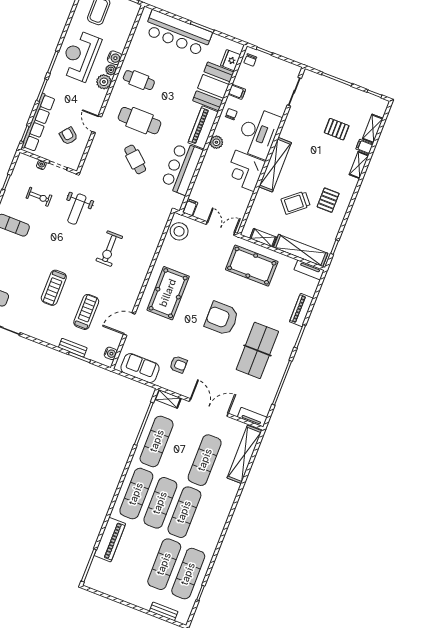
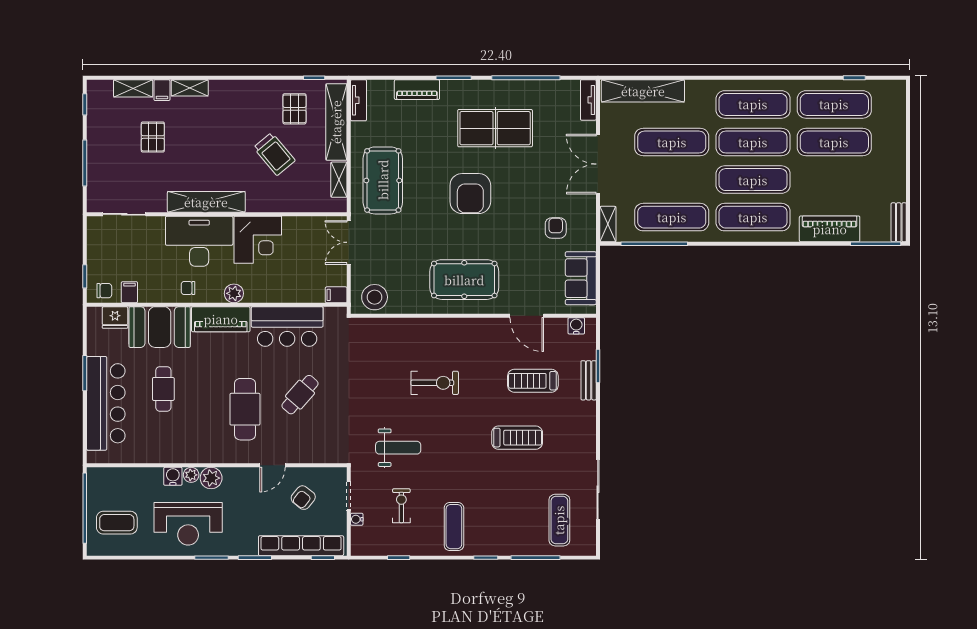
cafe table: (139, 80) -> (163, 389), moved
filing cabinet: (237, 92) -> (129, 292), moved
shelving: (275, 165) -> (206, 202), moved
pallet: (328, 200) -> (294, 109), moved, turned 90
exercise mat: (208, 521) -> (753, 104), added
bench: (164, 611) -> (899, 222), moved

